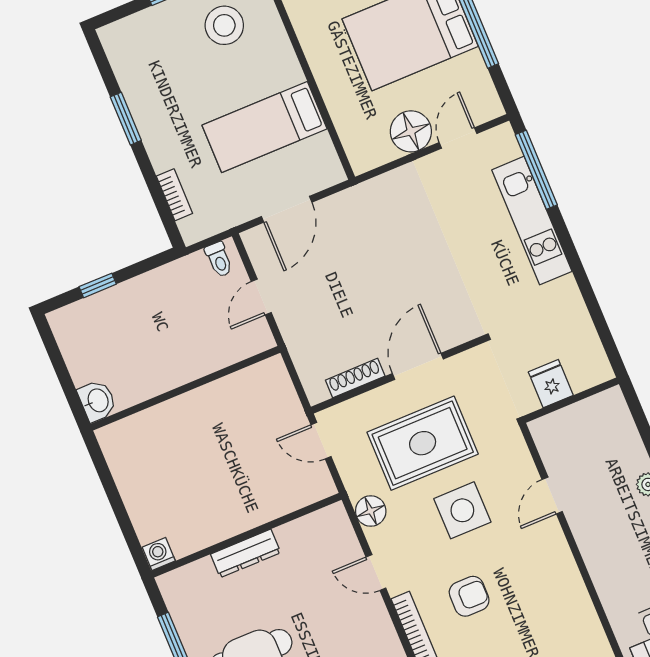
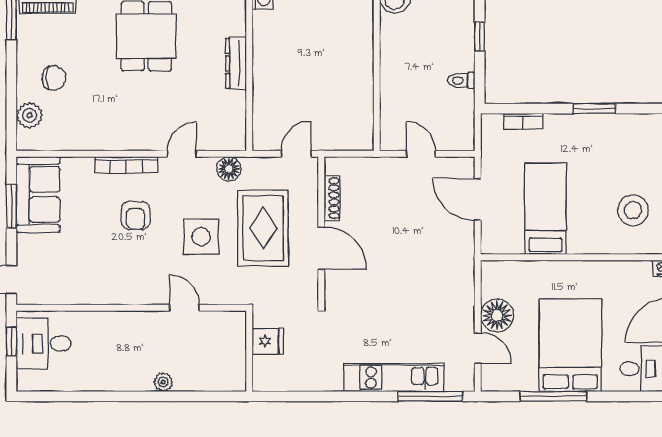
toilet: (219, 259) -> (462, 80), moved

